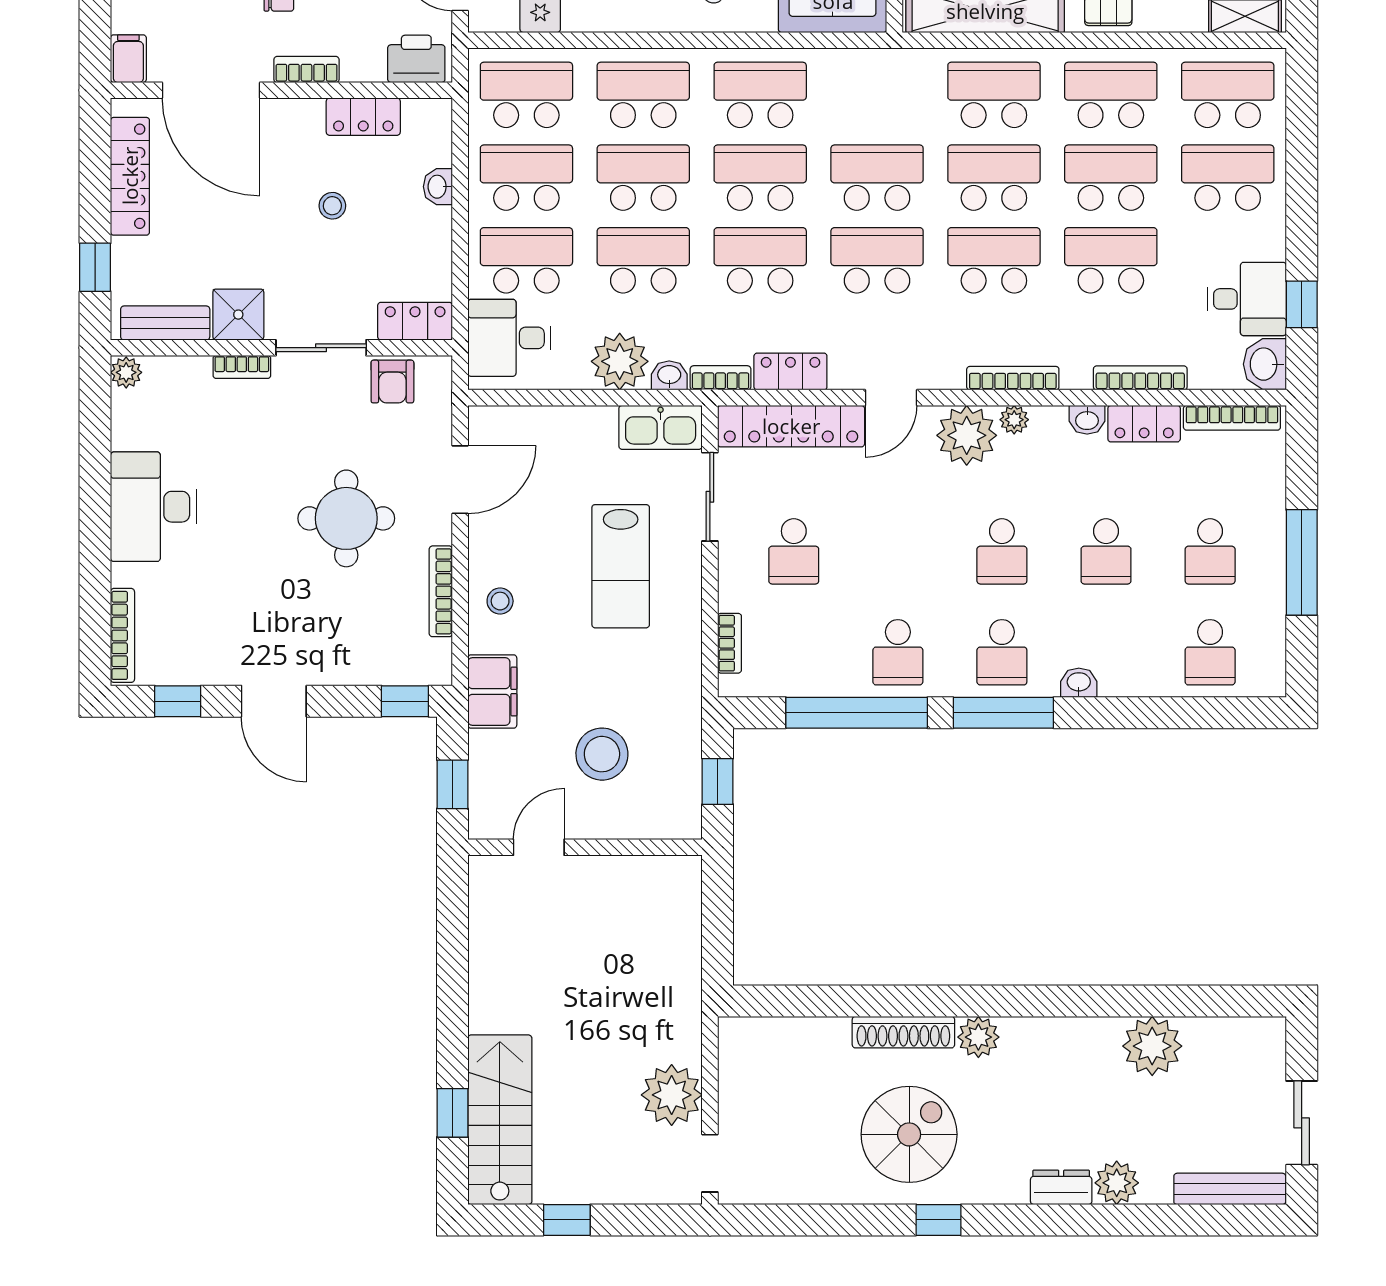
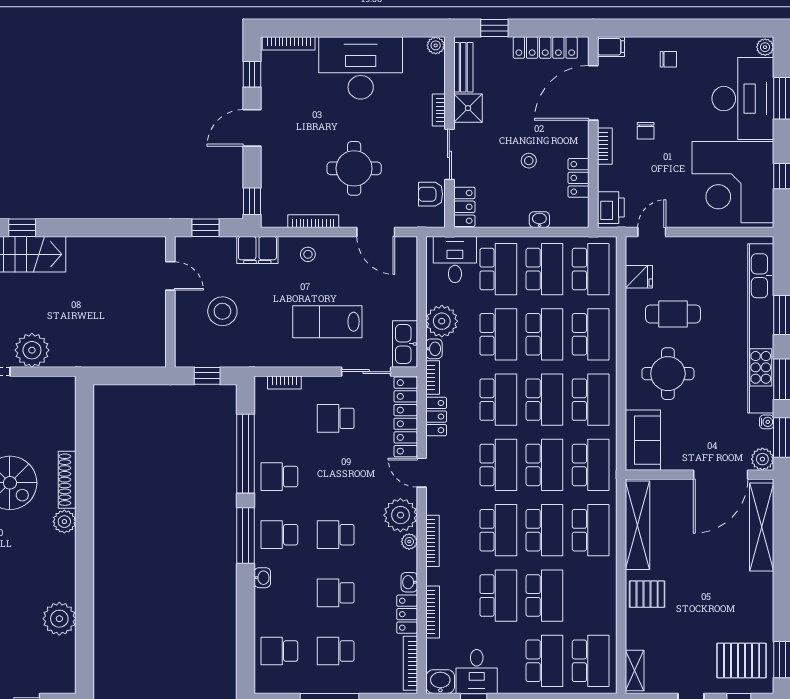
school desk: (1111, 95) -> (591, 465), moved
desk: (153, 507) -> (361, 68), width x1.36, depth x1.30

